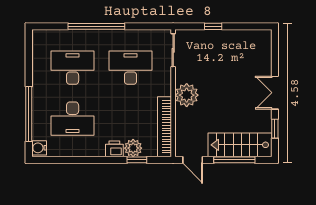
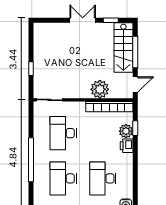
double door: (275, 93) -> (83, 20), swing flipped
plant: (187, 95) -> (100, 89), moved
desk: (73, 119) -> (103, 178), turned 180

